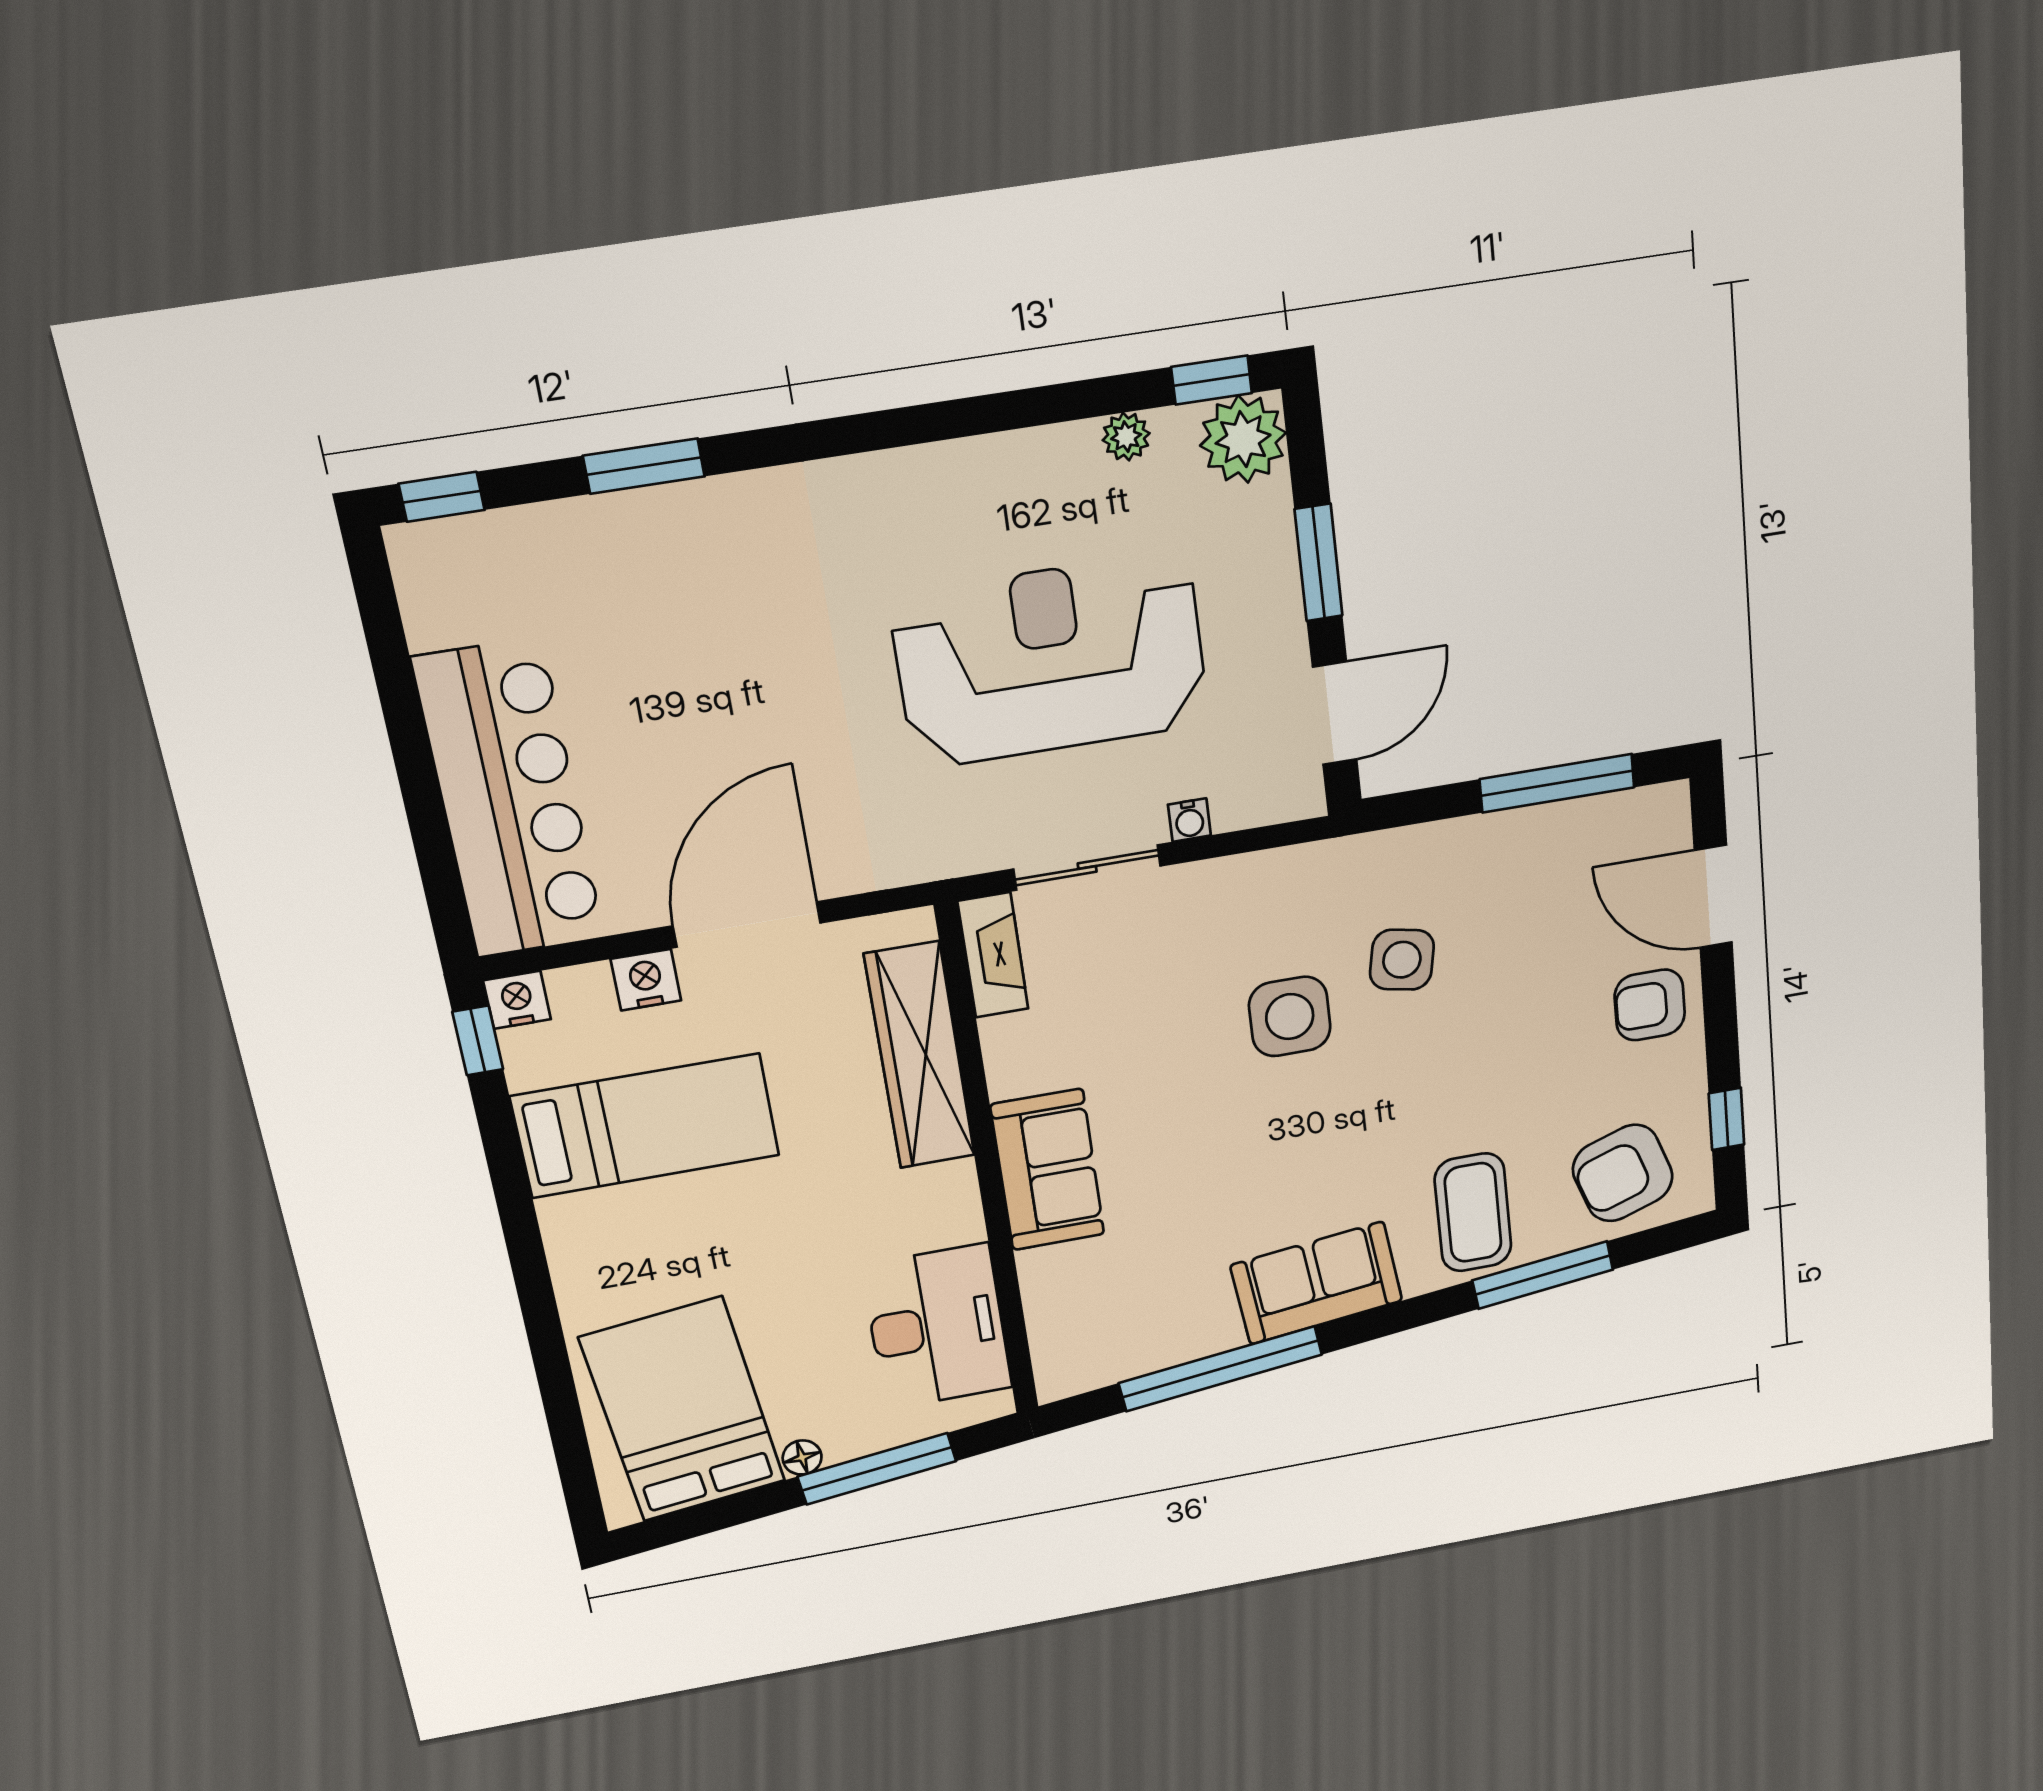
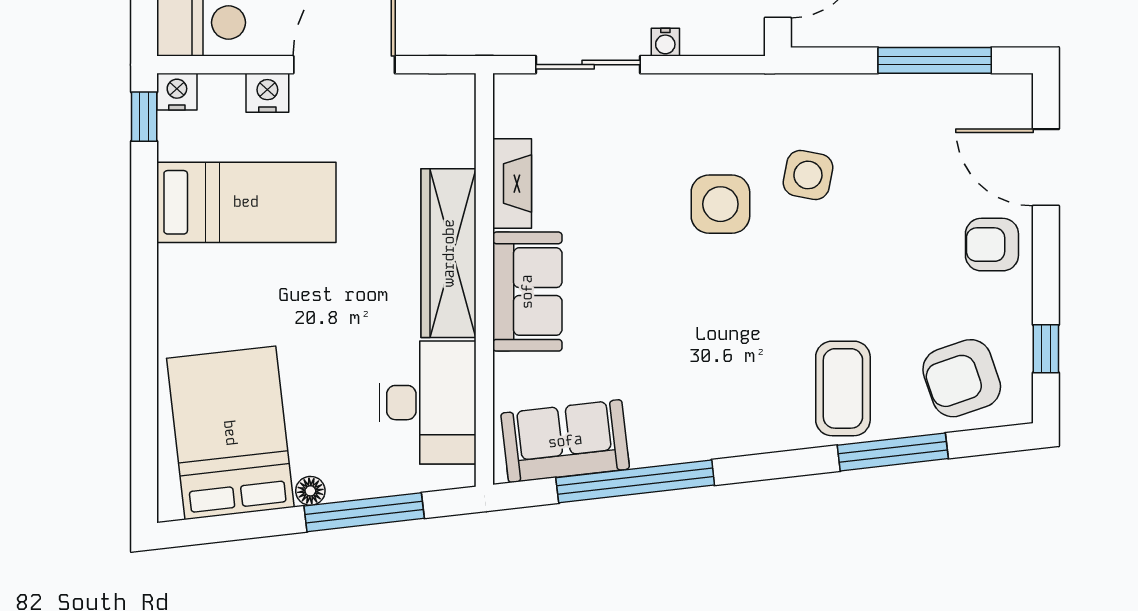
fireplace: (993, 955) -> (512, 184), moved
wardrobe: (920, 1056) -> (449, 253), moved
sofa: (1317, 1283) -> (565, 441), moved

